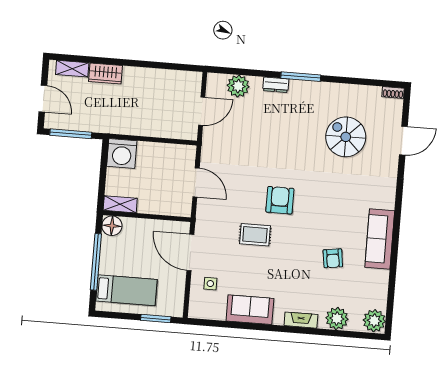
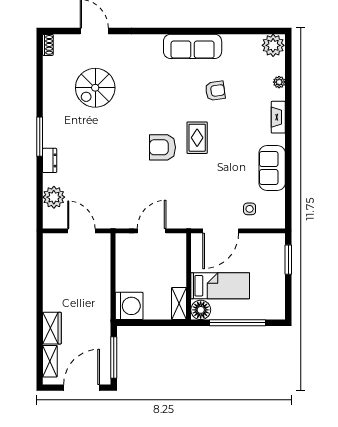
door: (43, 99) -> (82, 388), width x1.36
rug: (255, 235) -> (197, 138), moved
bed: (127, 290) -> (220, 286), moved, turned 90
plant: (337, 319) -> (279, 82), width x0.53, depth x0.53

